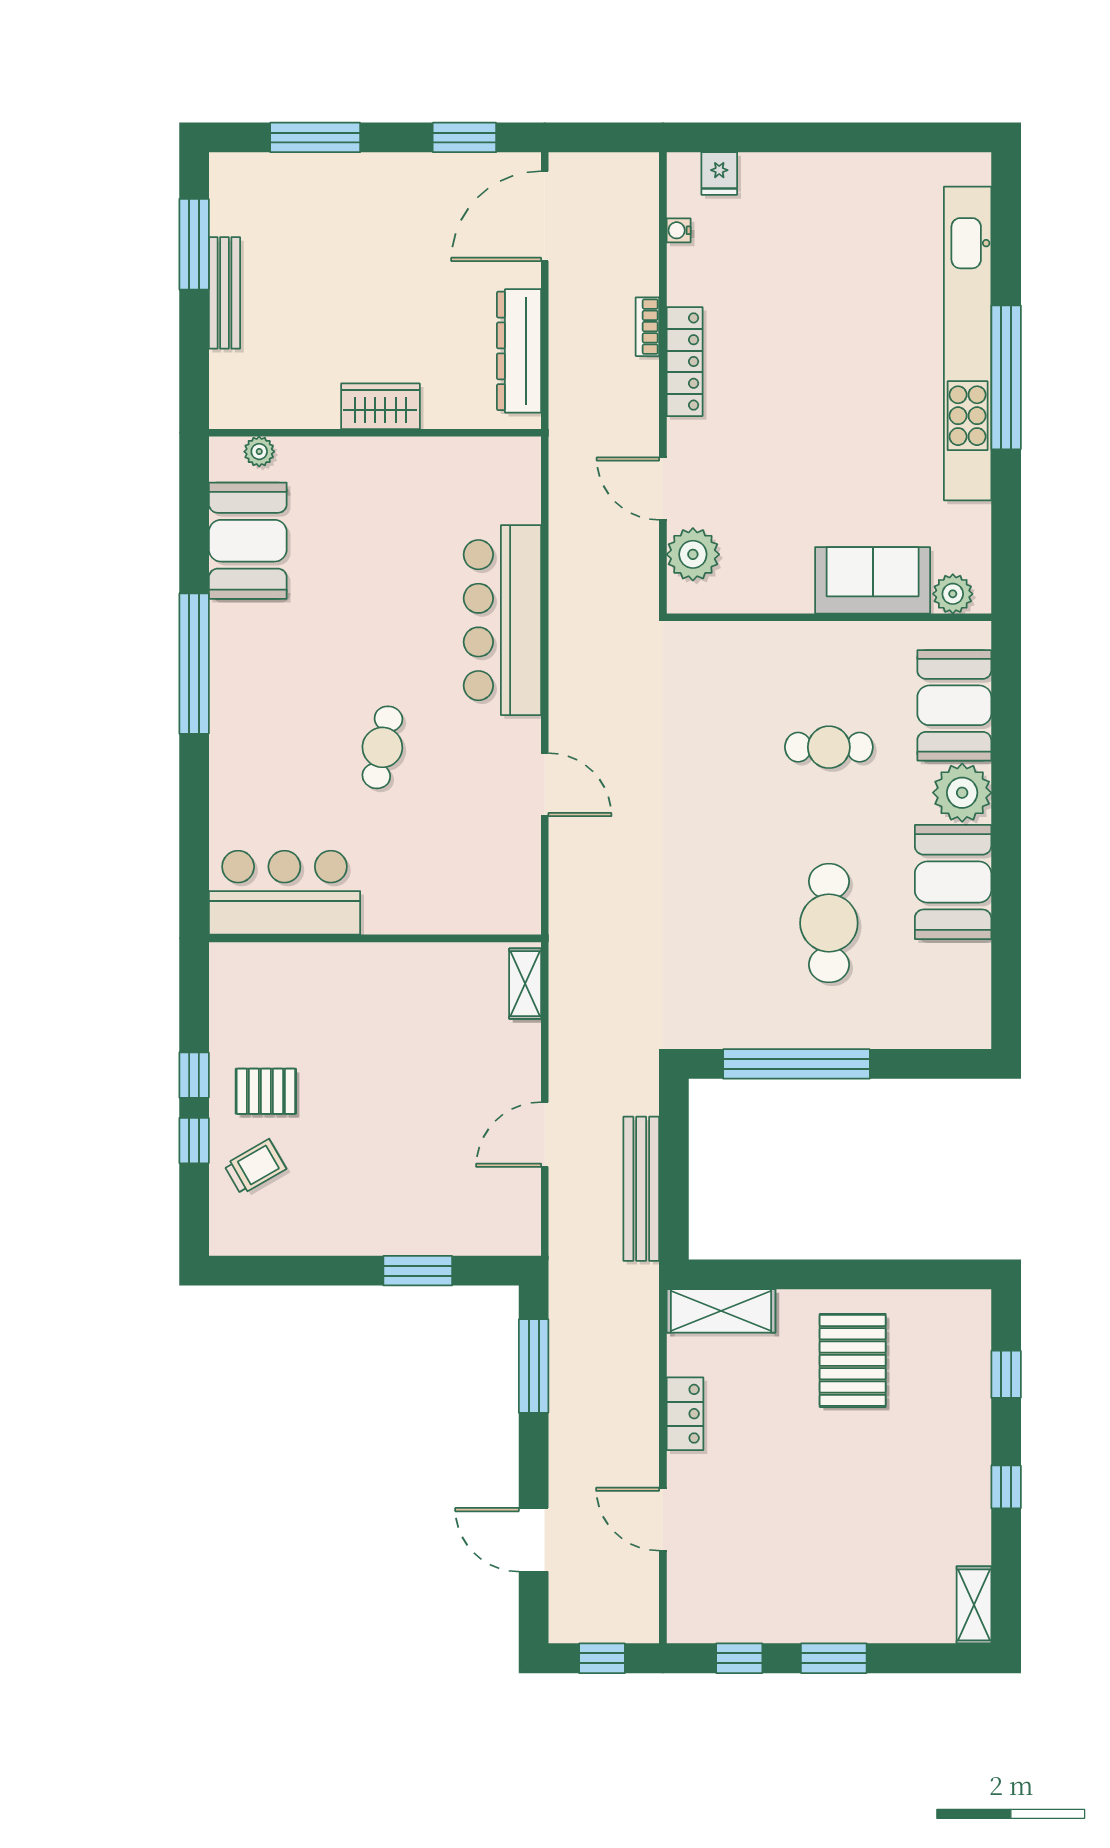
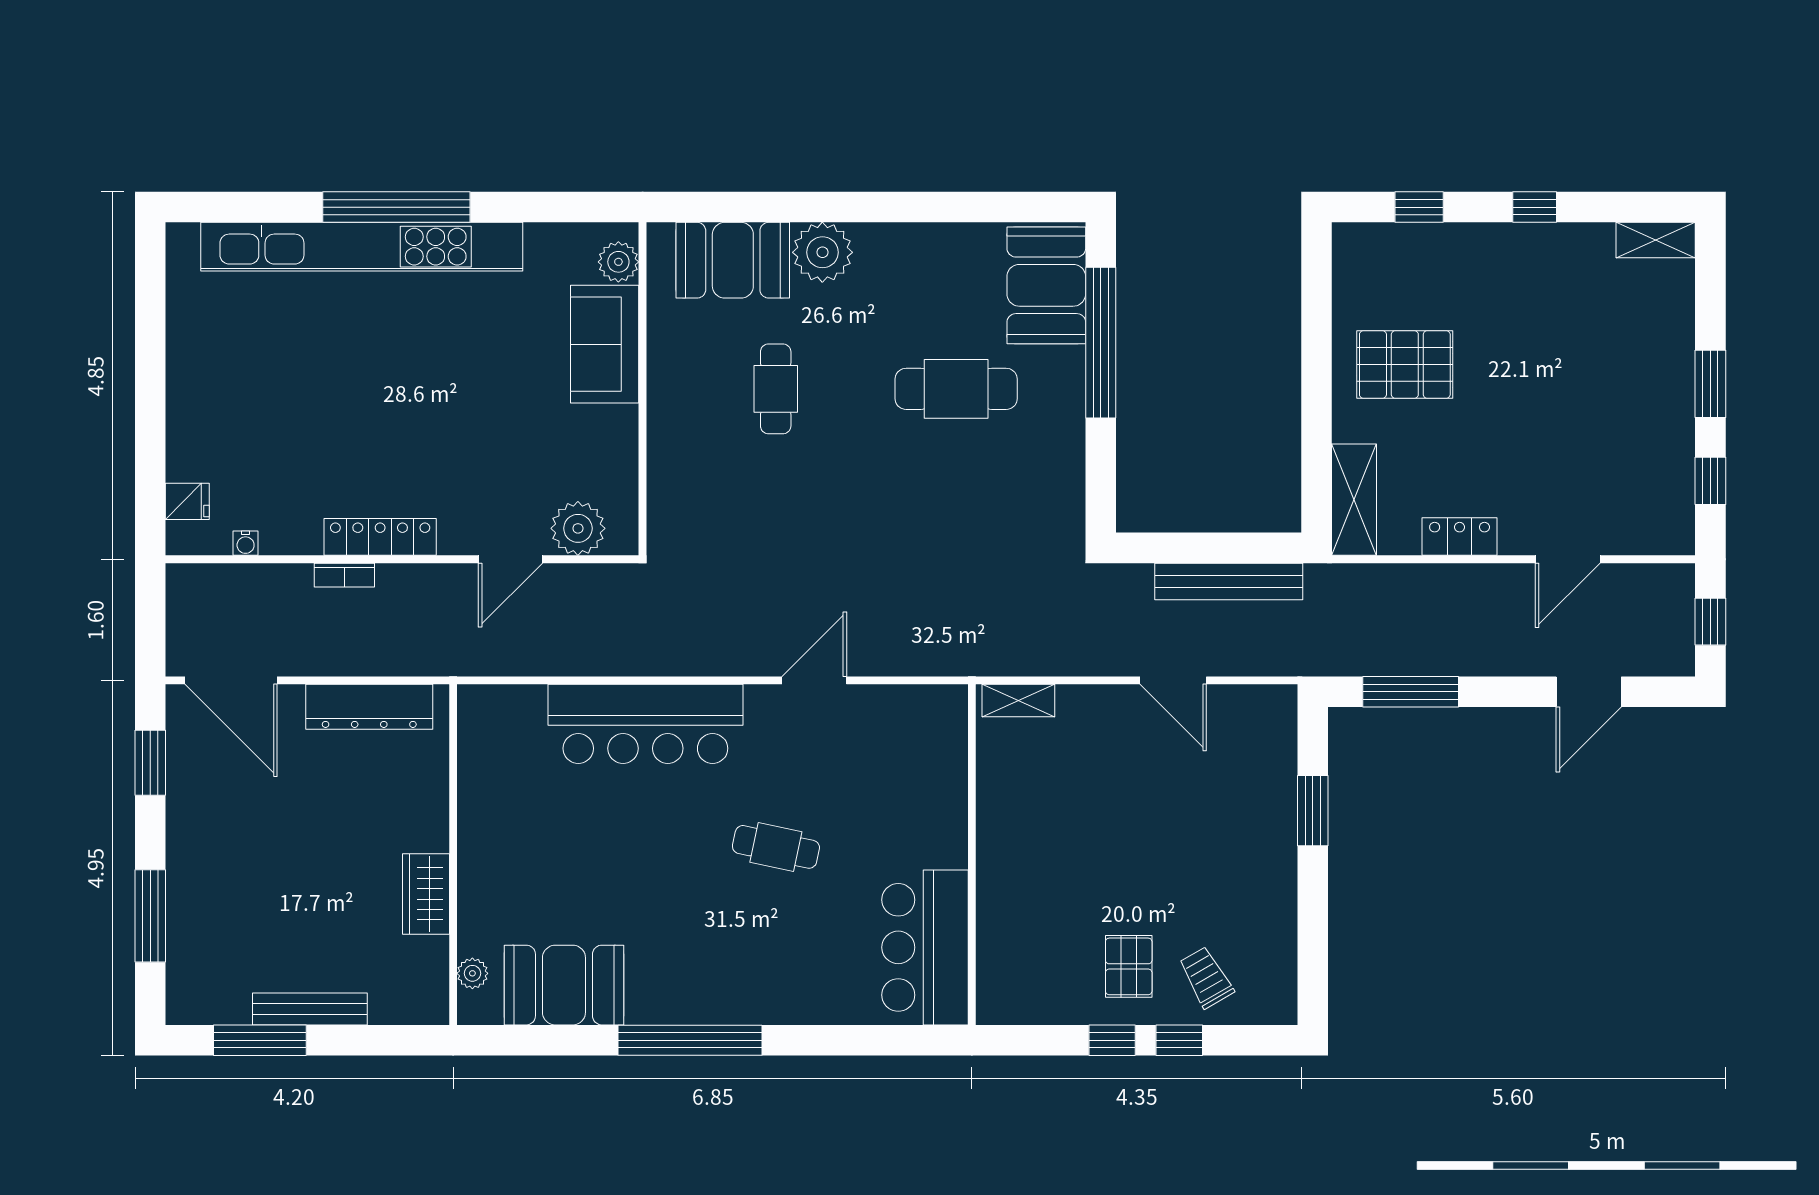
wardrobe: (380, 406) -> (426, 894), moved
booth: (953, 882) -> (1046, 285), moved, turned 90
window: (796, 1064) -> (1101, 343), moved

